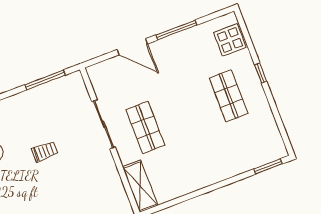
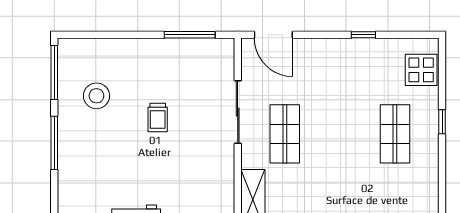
window: (176, 30) -> (363, 35), width x0.46
door: (132, 47) -> (273, 35), moved
trolley: (45, 151) -> (158, 118), turned 90

